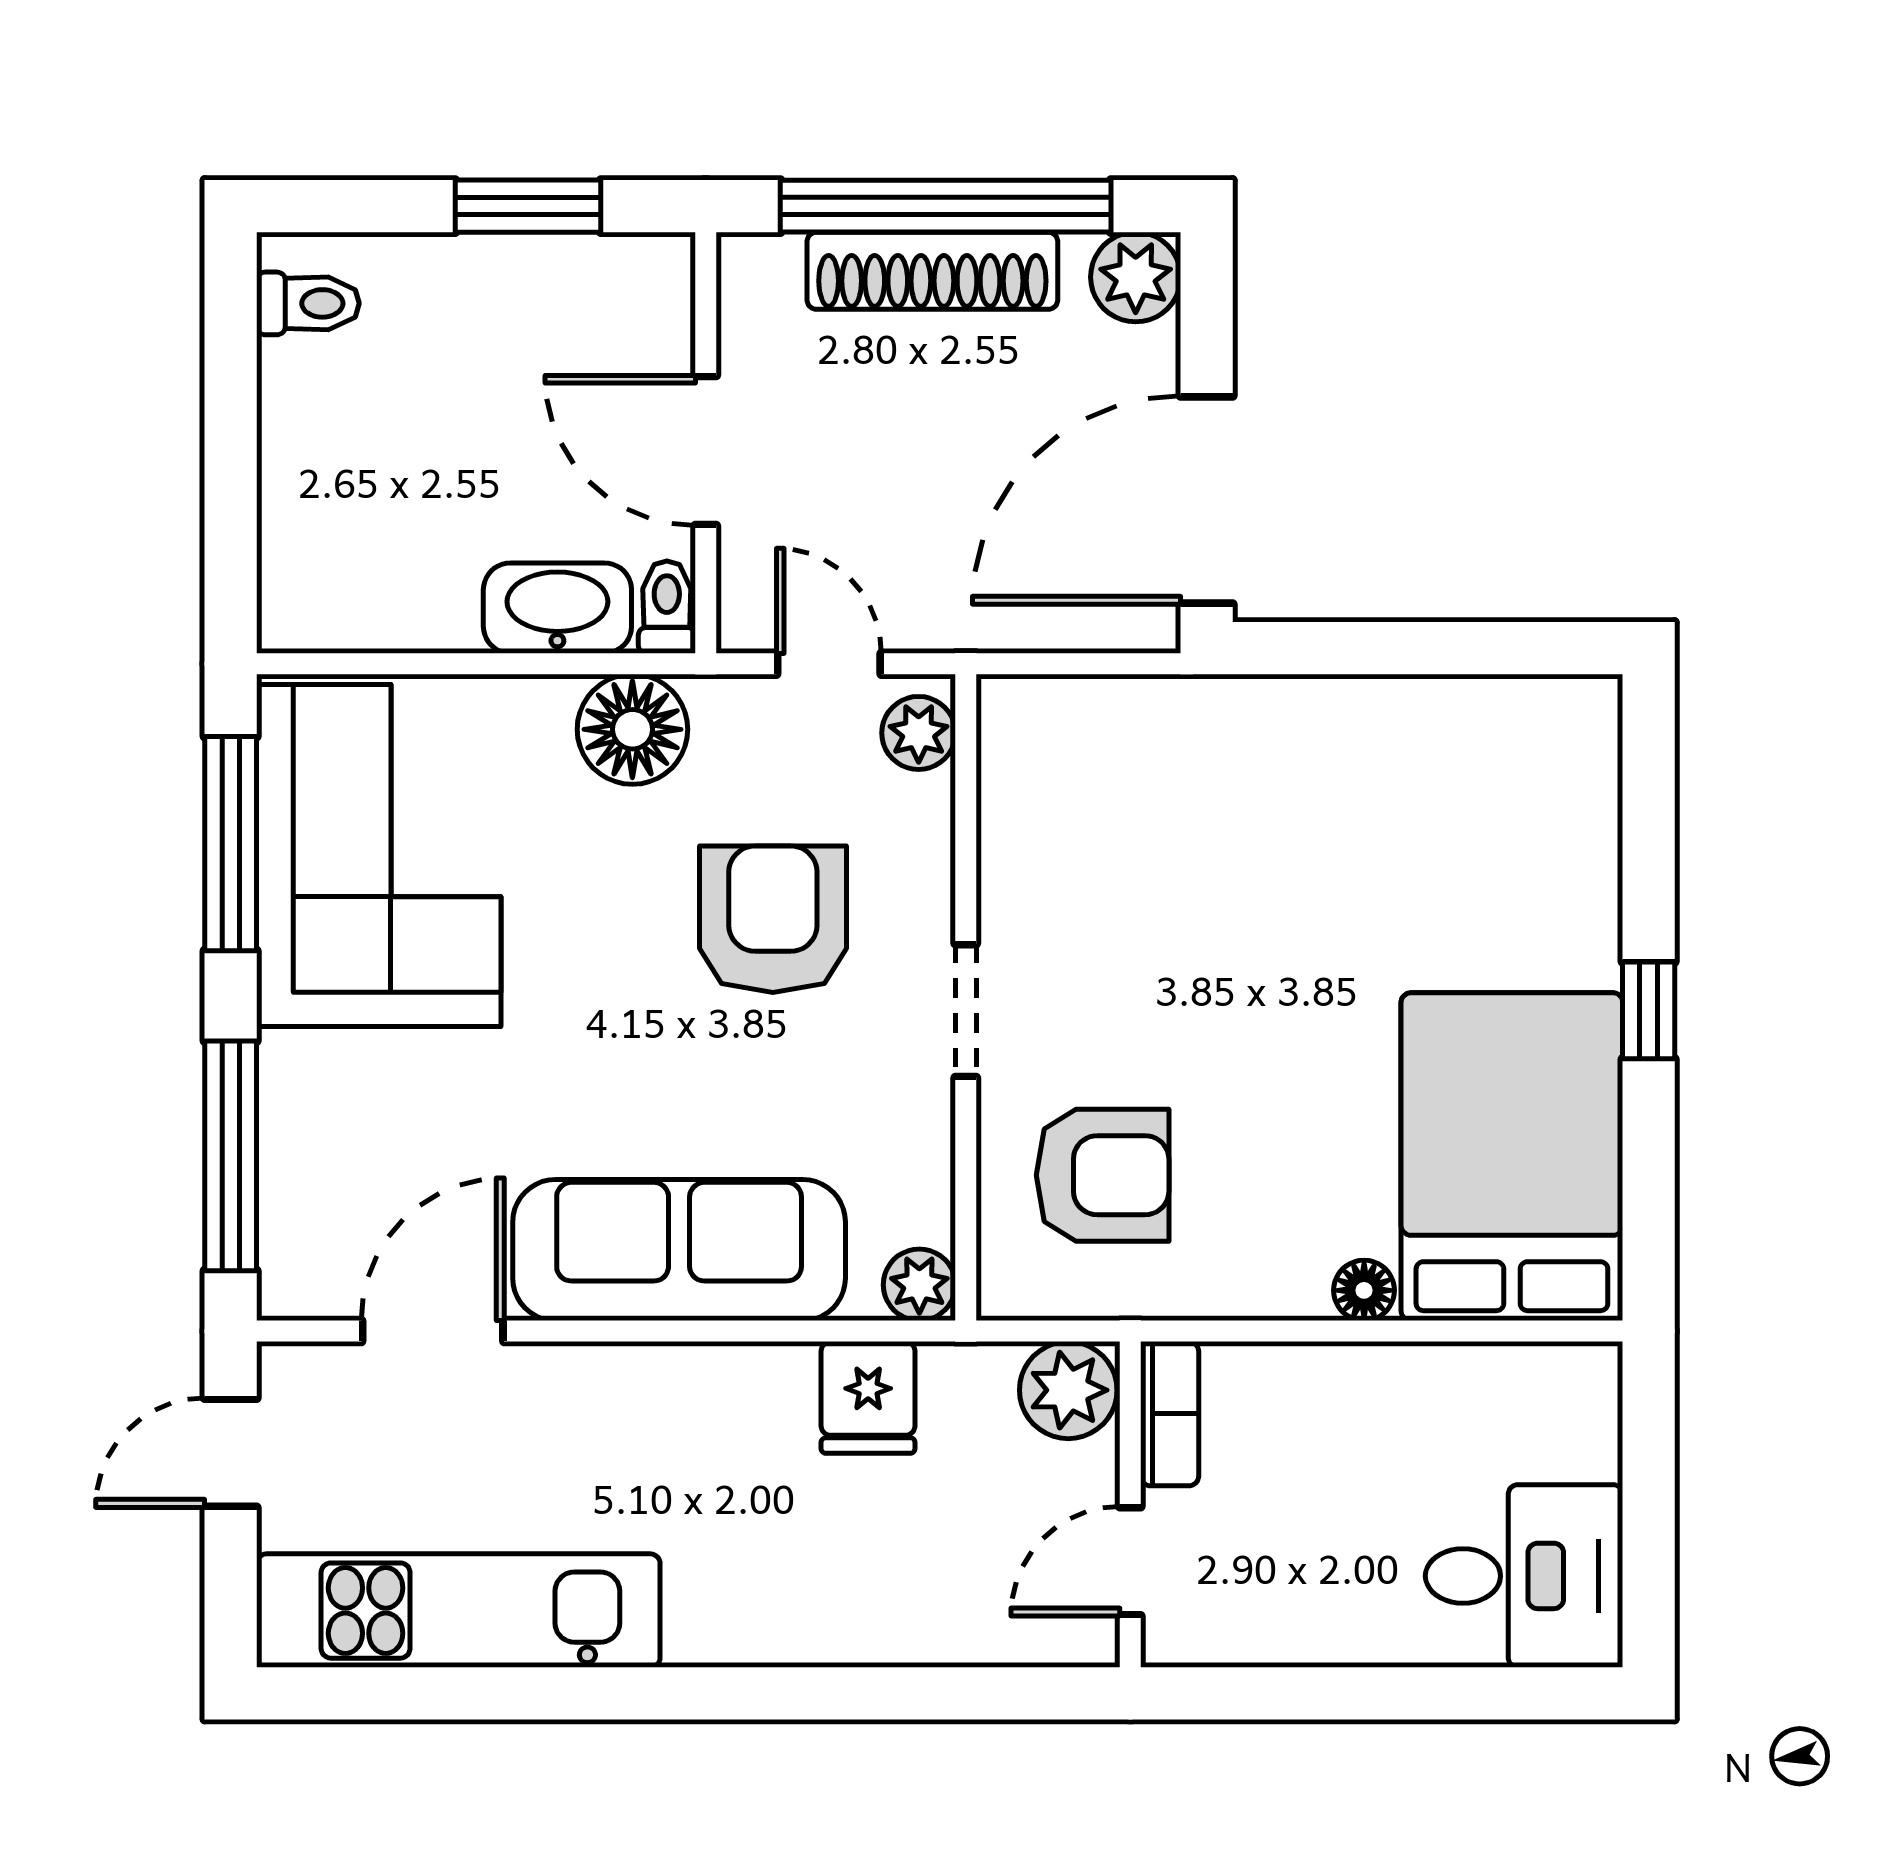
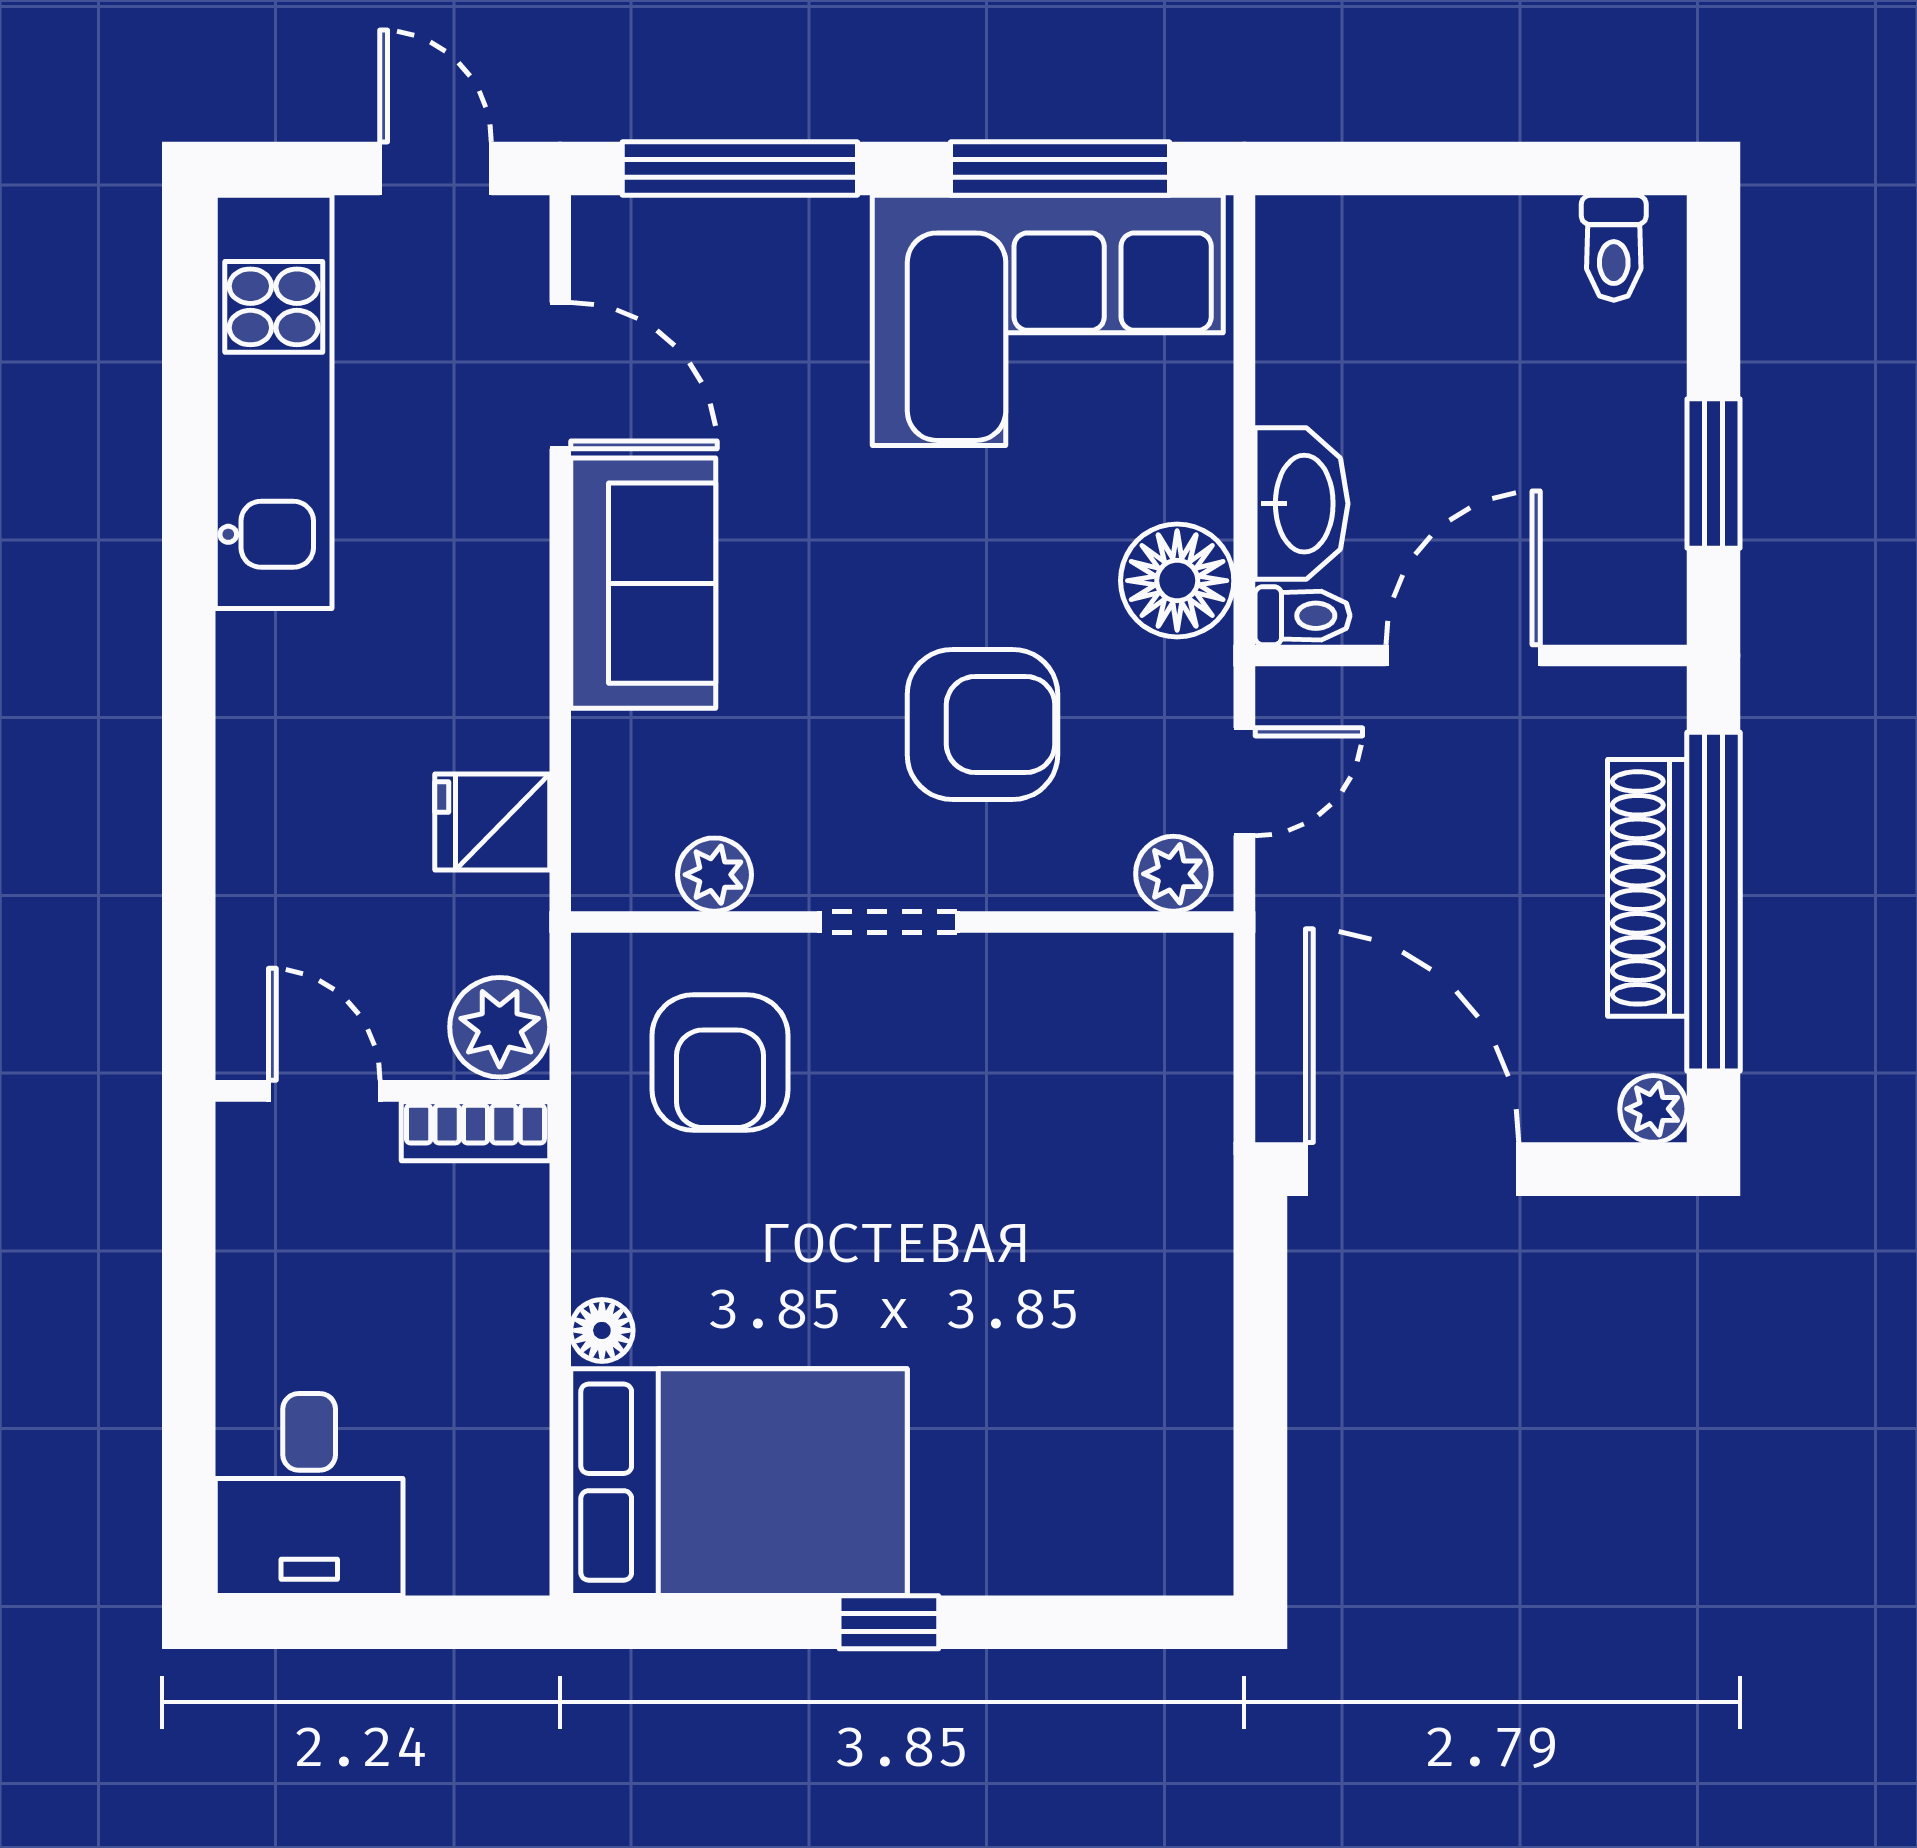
plant: (1136, 277) -> (1653, 1109), width x0.73, depth x0.73
sofa: (679, 1250) -> (643, 583), width x0.73
plant: (919, 1285) -> (714, 875), moved

